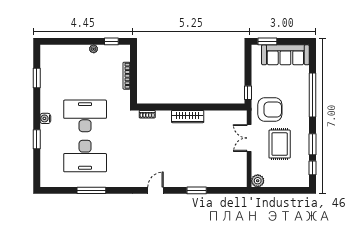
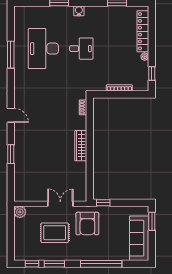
locker: (67, 51) -> (143, 31), added
desk: (85, 116) -> (81, 49), width x0.53, depth x0.77

